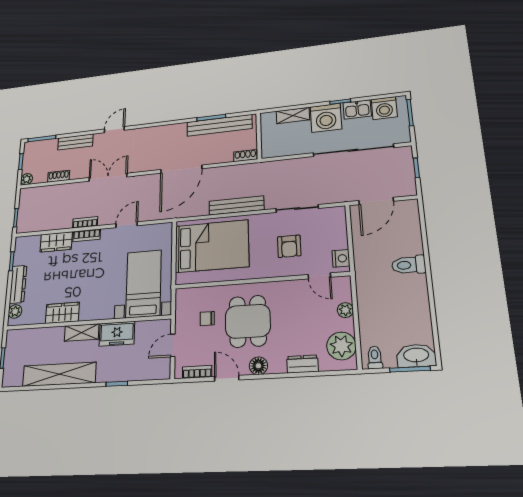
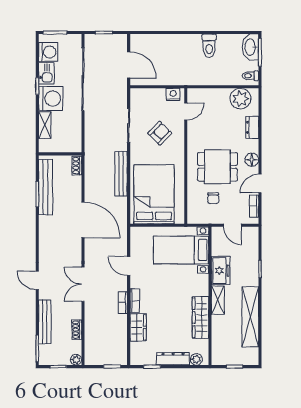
bench: (75, 142) -> (45, 322), width x1.36
armchair: (289, 246) -> (160, 133), turned -46
toilet: (409, 265) -> (209, 46), moved
plant: (345, 310) -> (214, 94), removed
wardrobe: (62, 313) -> (200, 318), width x1.50

